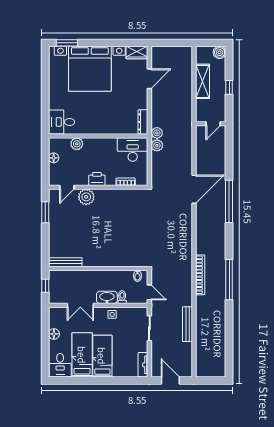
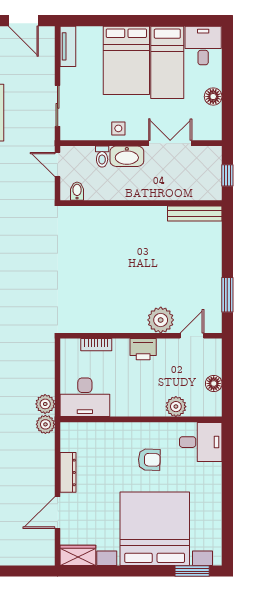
armchair: (93, 111) -> (149, 460), added
dresser: (143, 122) -> (68, 472), moved
bed: (102, 356) -> (126, 60), width x1.50

